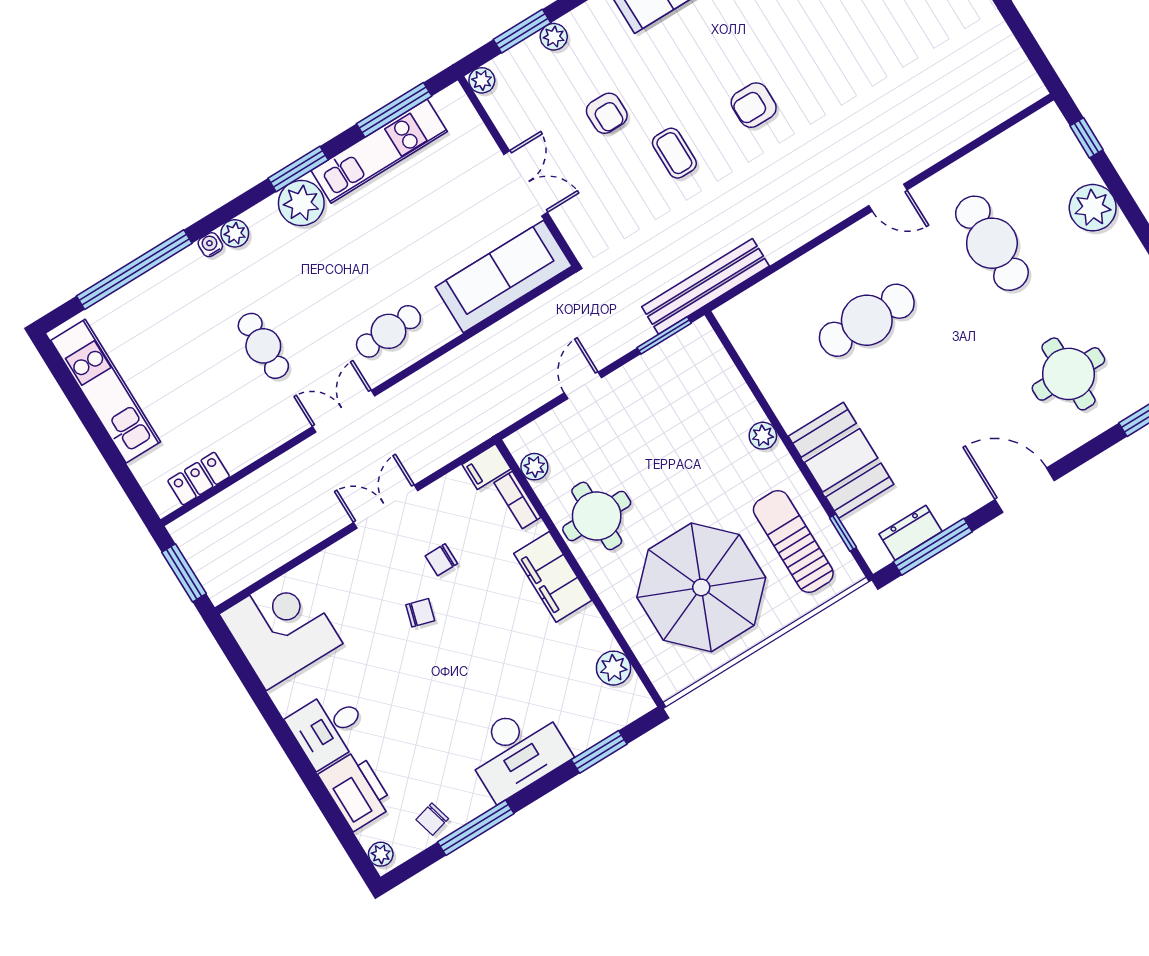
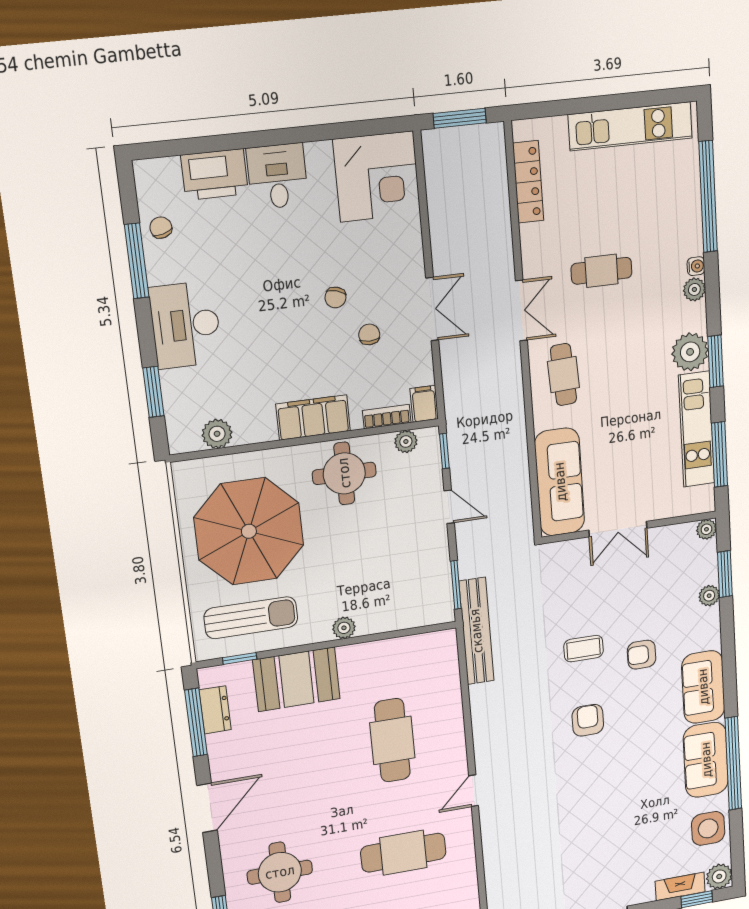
armchair: (607, 113) -> (642, 655), moved
window: (526, 420) -> (444, 451), added
locker: (199, 479) -> (528, 182), width x1.53
plant: (381, 854) -> (151, 170), removed

